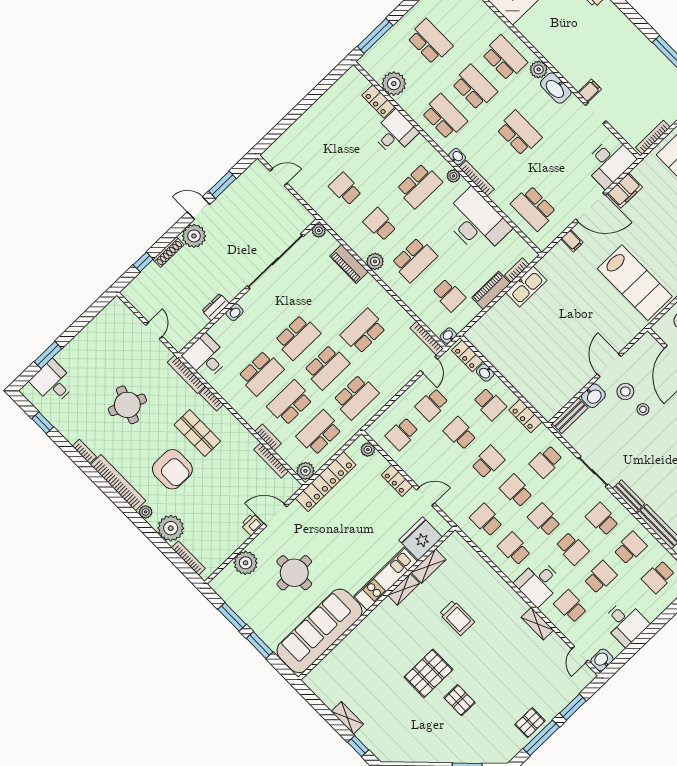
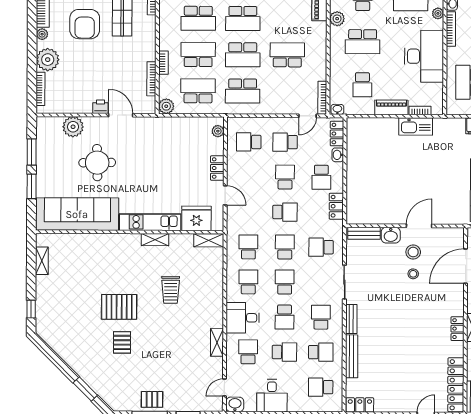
locker: (326, 481) -> (172, 125), removed
shelving: (428, 566) -> (209, 240), moved
shelving: (347, 718) -> (42, 261), moved

